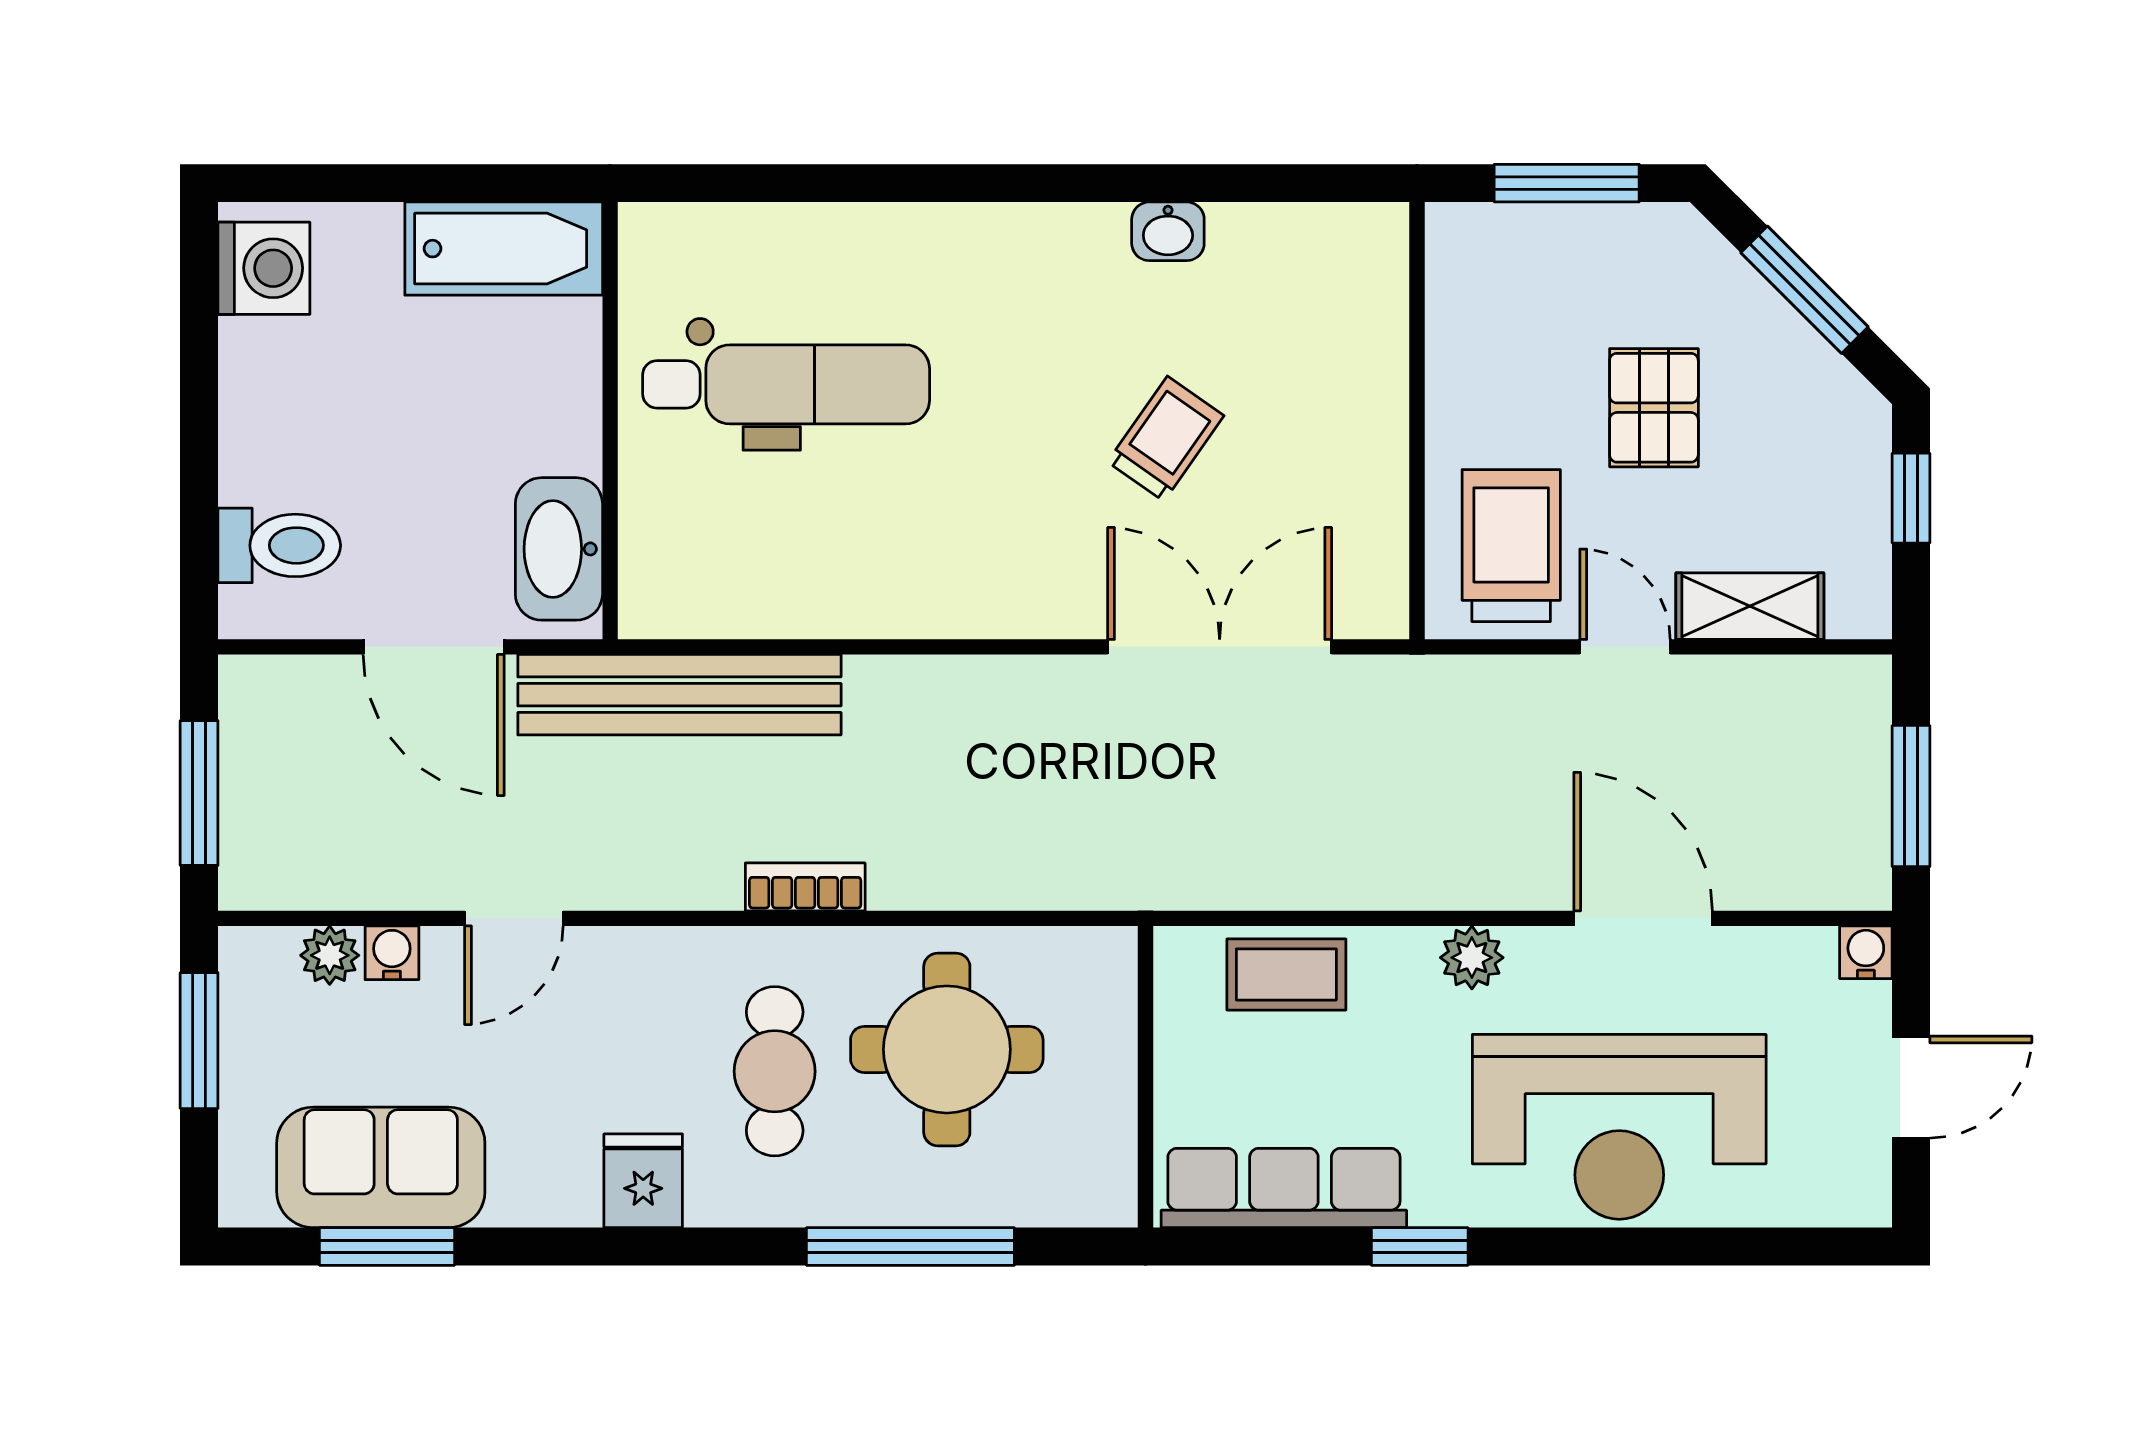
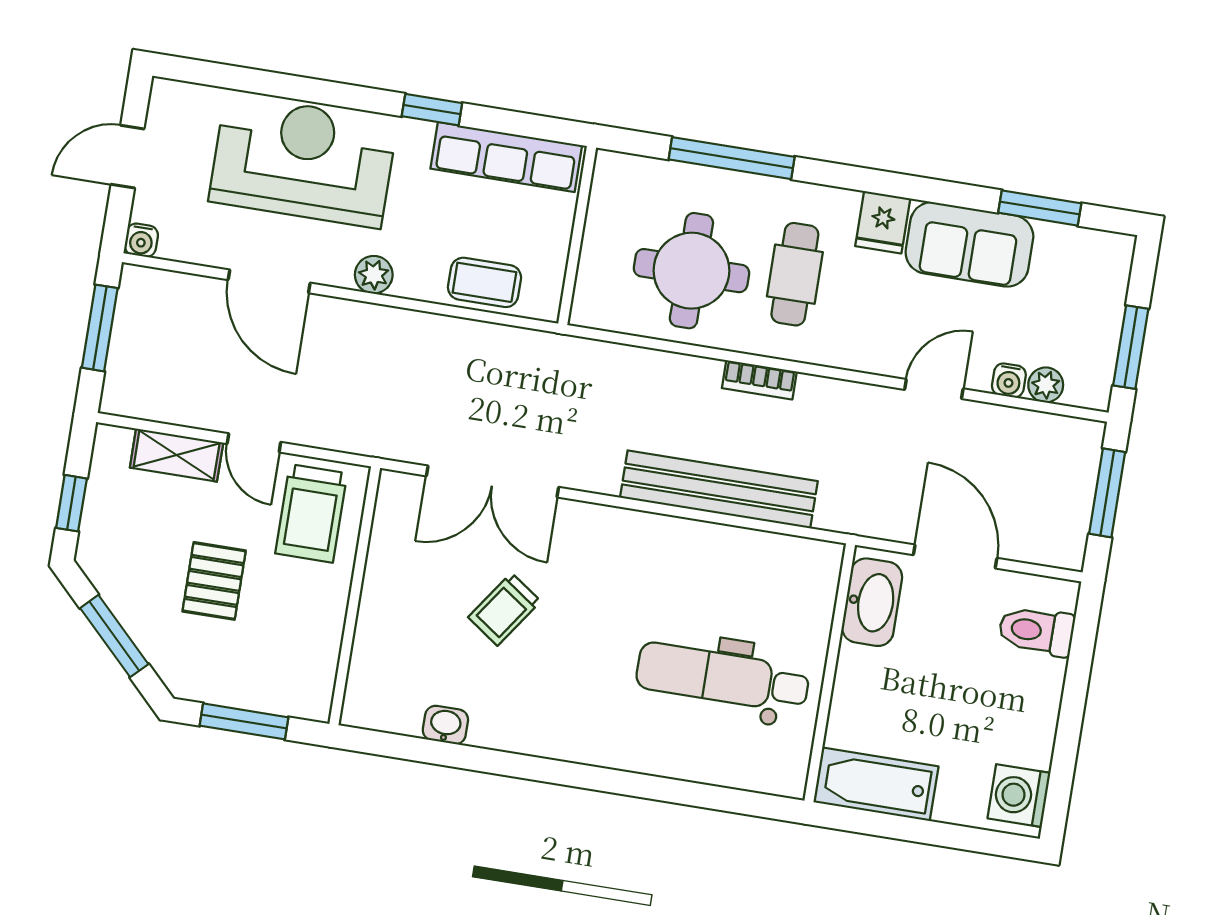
washbasin: (1168, 231) -> (445, 725), moved
bench: (679, 695) -> (719, 489), moved
sofa: (381, 1167) -> (969, 244), moved

